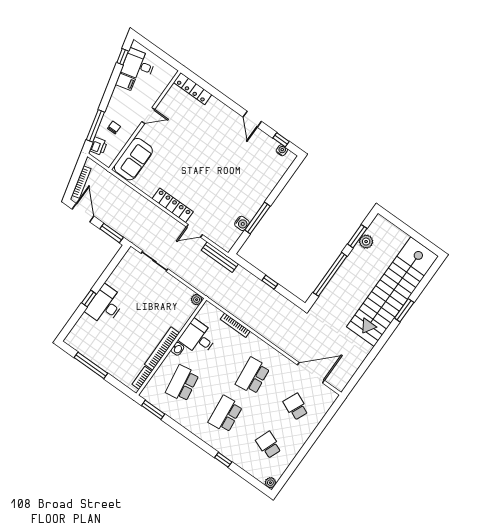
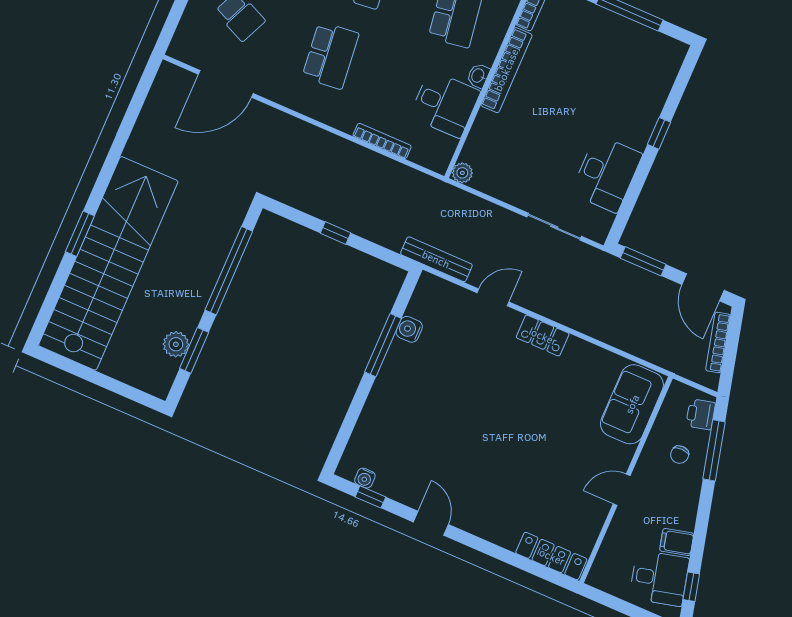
locker: (173, 205) -> (543, 336), width x0.66
desk: (105, 305) -> (606, 174), moved

